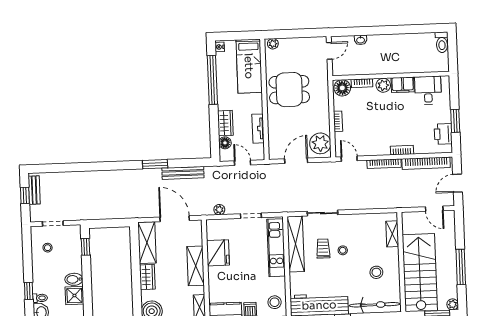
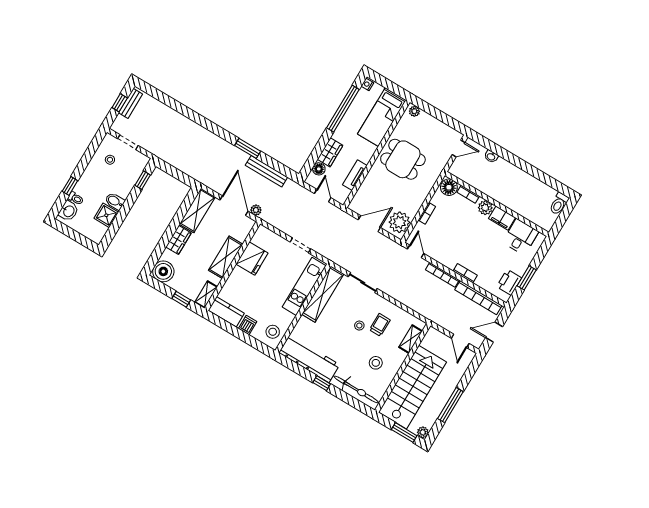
plant: (219, 210) -> (256, 210), moved
trolley: (323, 249) -> (380, 325), moved

